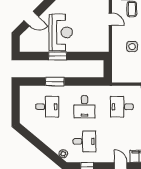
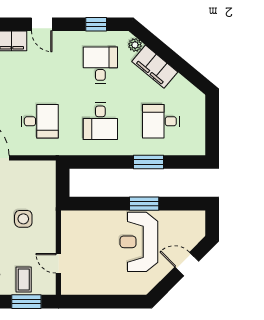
desk: (85, 107) -> (100, 121), turned 180
filing cabinet: (51, 140) -> (155, 67), added
desk: (85, 141) -> (100, 65), turned 90

